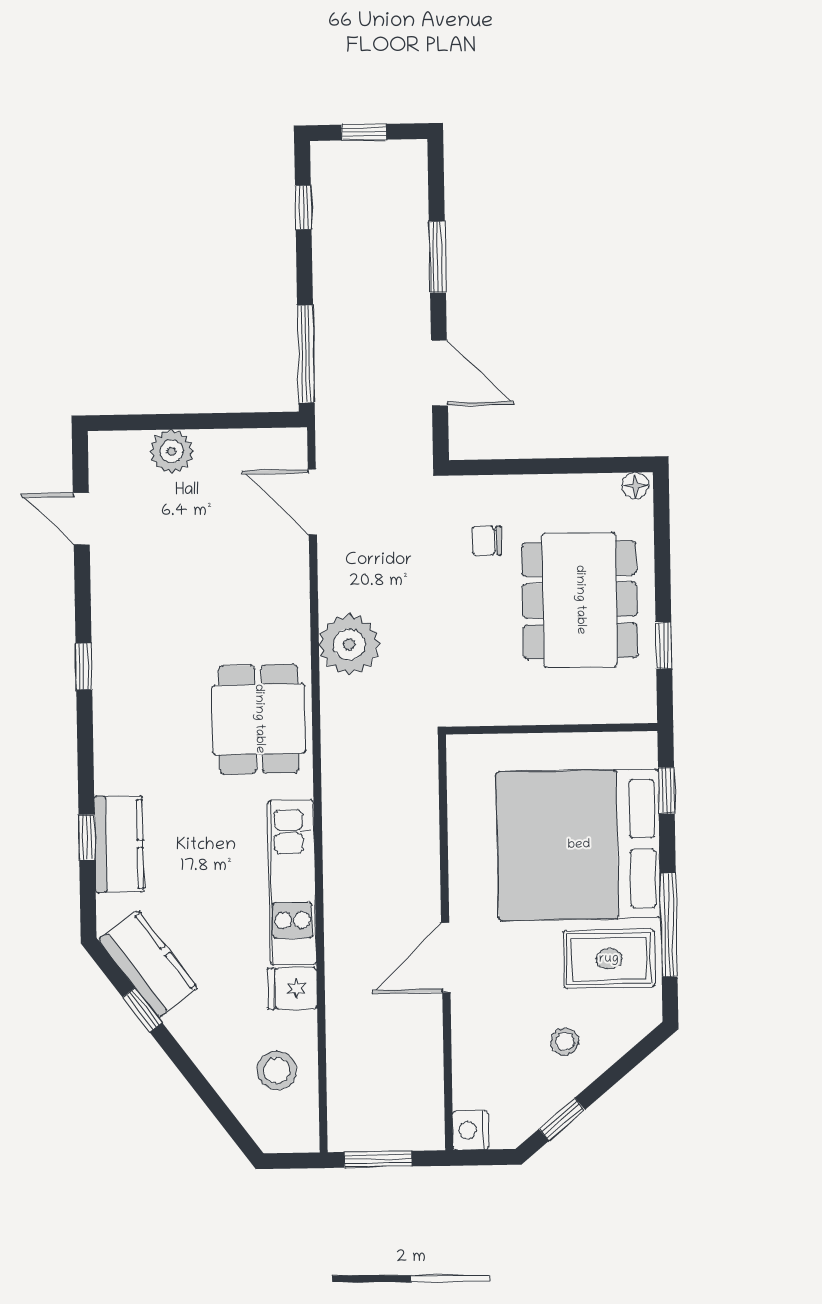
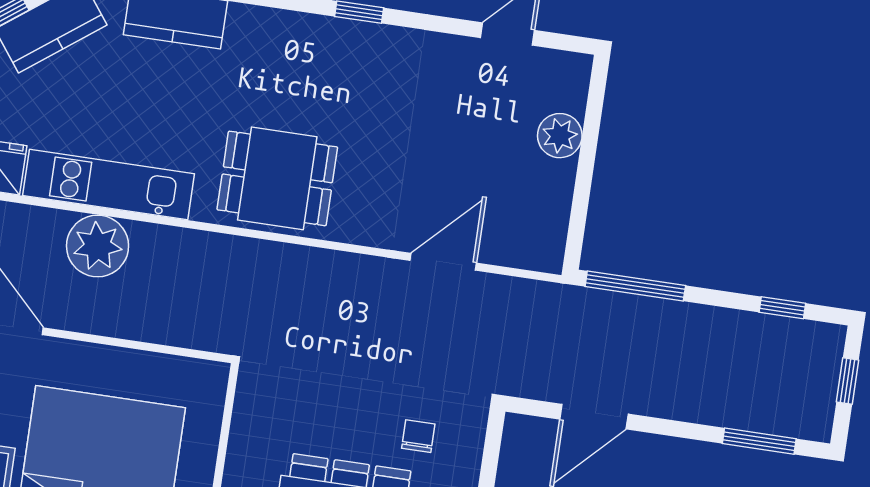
window: (437, 257) -> (759, 441), moved
door: (312, 502) -> (443, 262), moved
plant: (349, 644) -> (98, 246), moved

